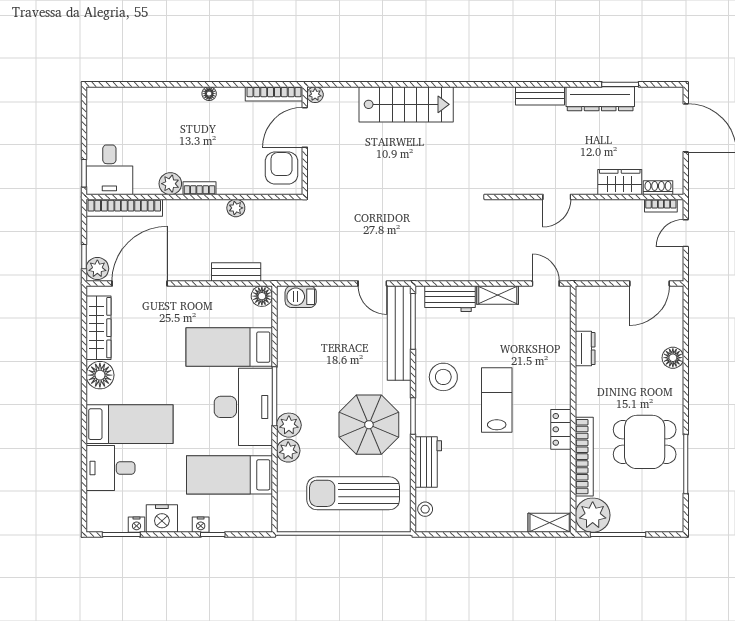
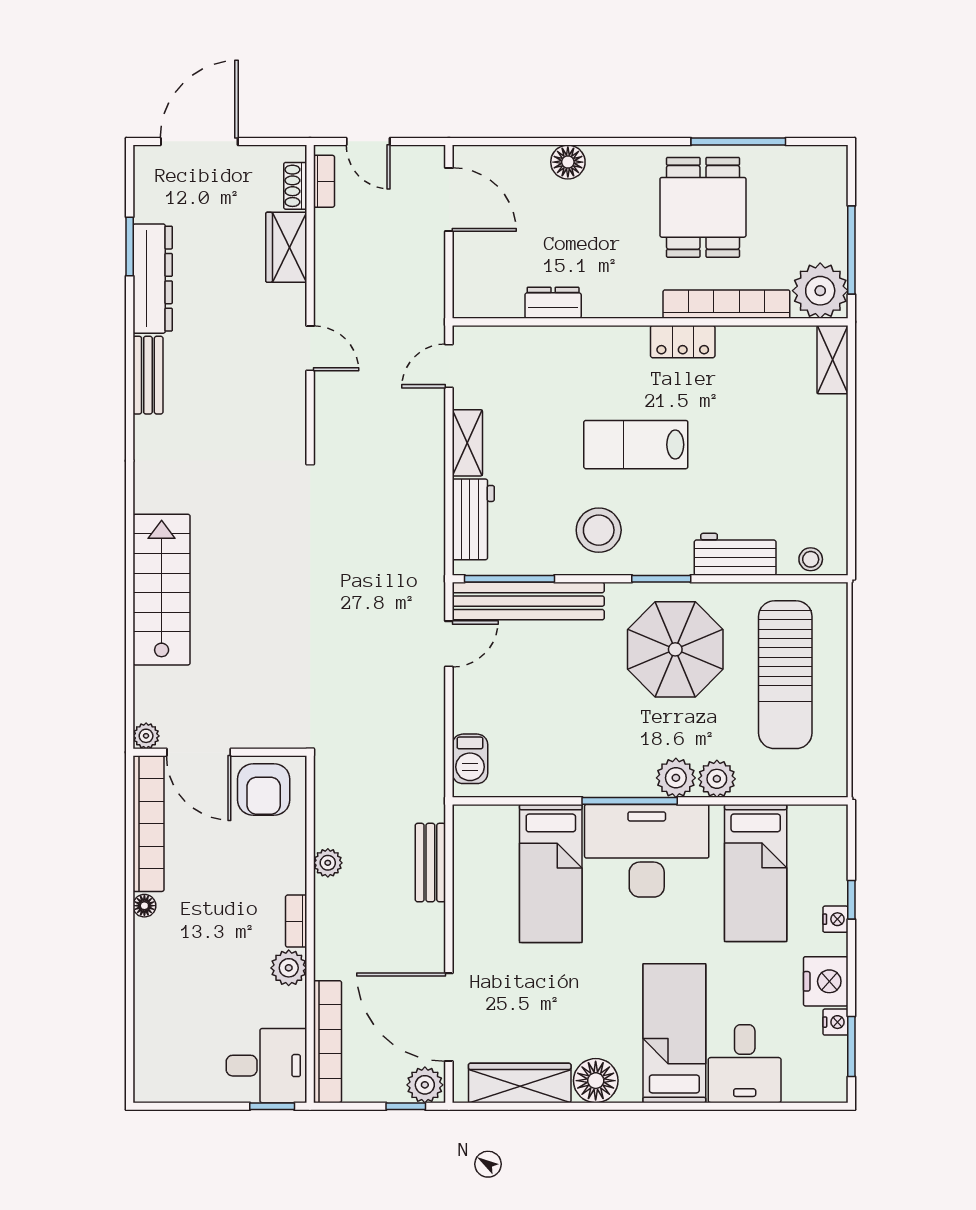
bookcase: (274, 94) -> (148, 824), width x1.48, depth x1.31
armchair: (282, 168) -> (264, 789), turned -90
floor lamp: (262, 296) -> (469, 821), removed

